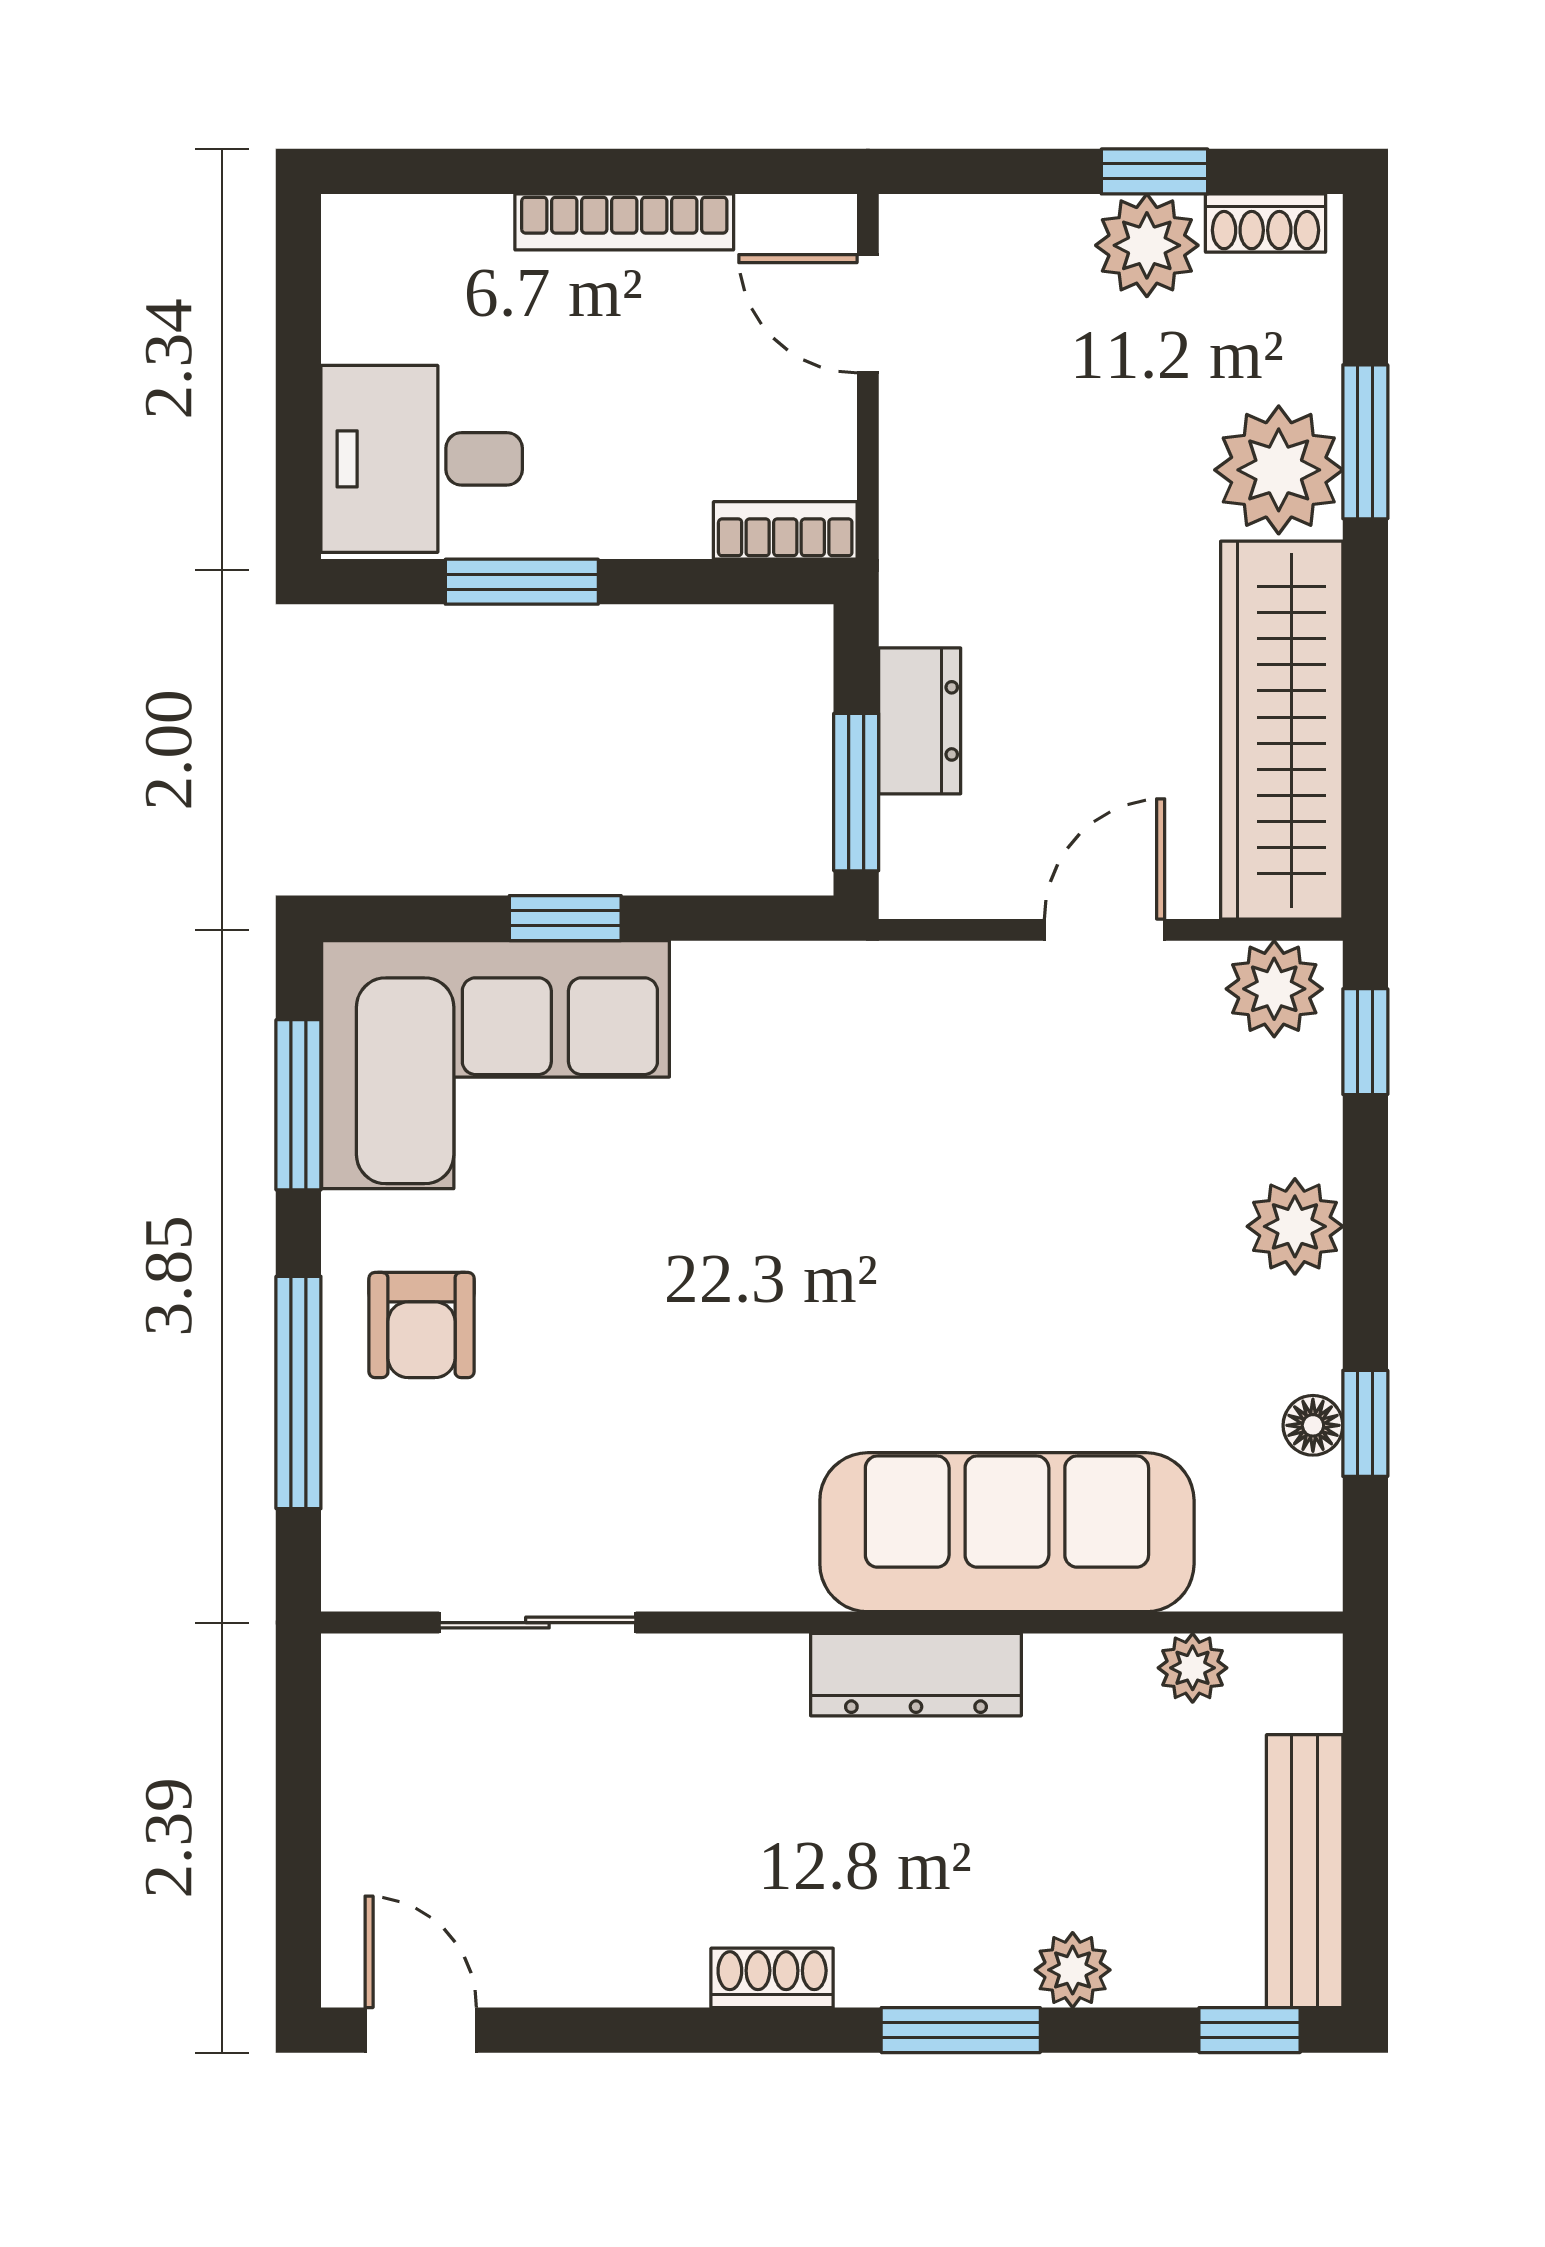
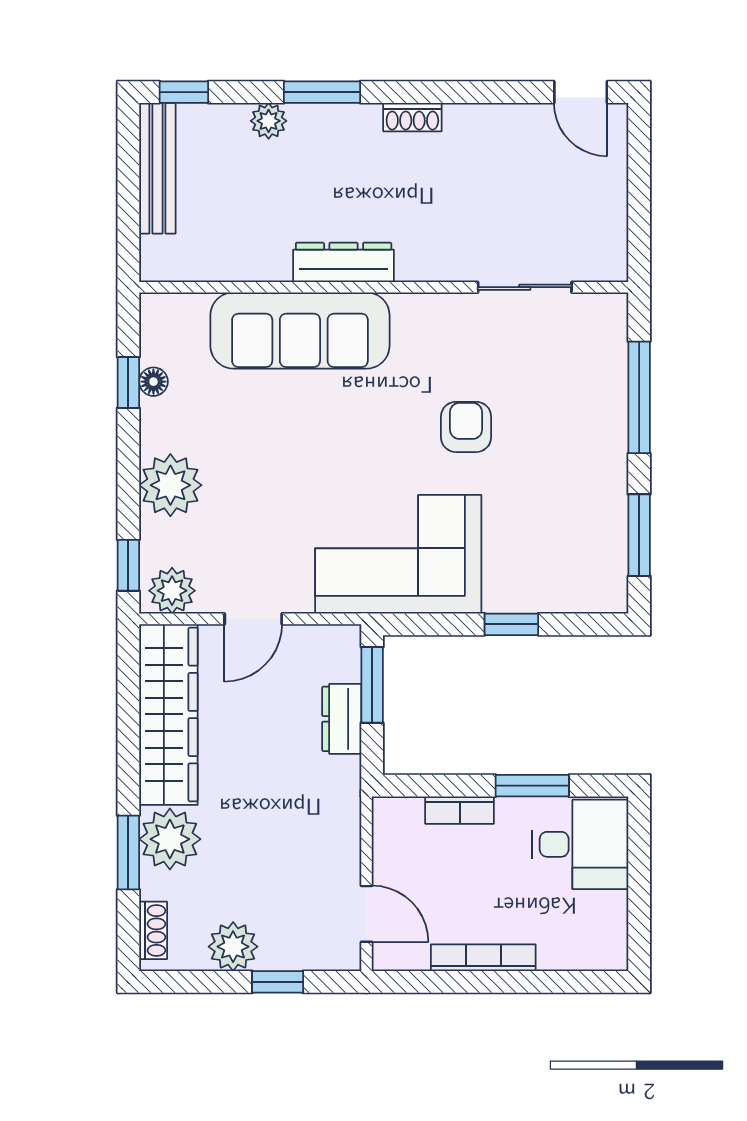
window: (1155, 171) -> (278, 982), moved
shoe rack: (1266, 223) -> (153, 930), moved, turned 90
bookcase: (785, 530) -> (460, 810), moved
corner sofa: (496, 1065) -> (398, 554), moved
plant: (1295, 1226) -> (170, 485), width x1.36, depth x1.36
armchair: (422, 1325) -> (466, 427), moved
plant: (1193, 1668) -> (211, 266), removed

